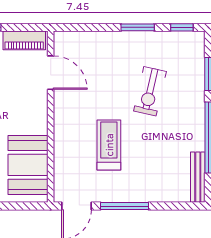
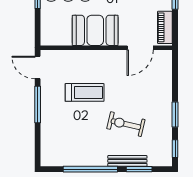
booth: (28, 165) -> (95, 30), moved
bench: (198, 177) -> (127, 161), moved

